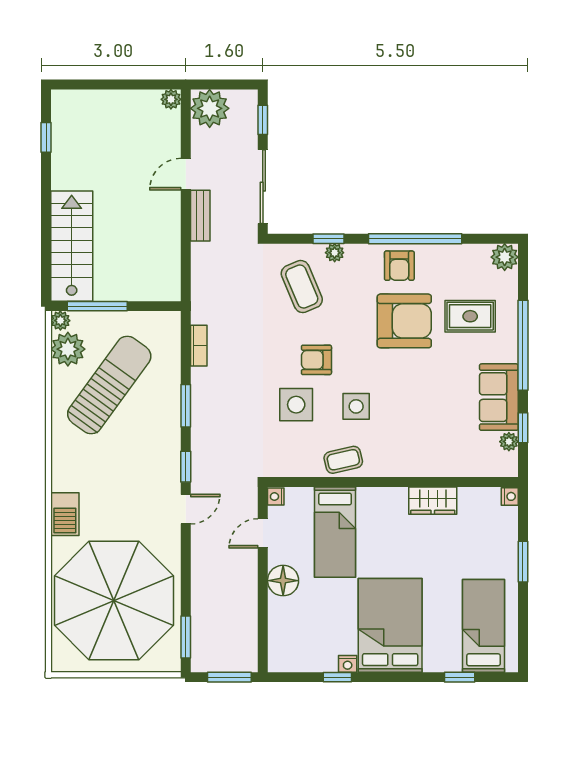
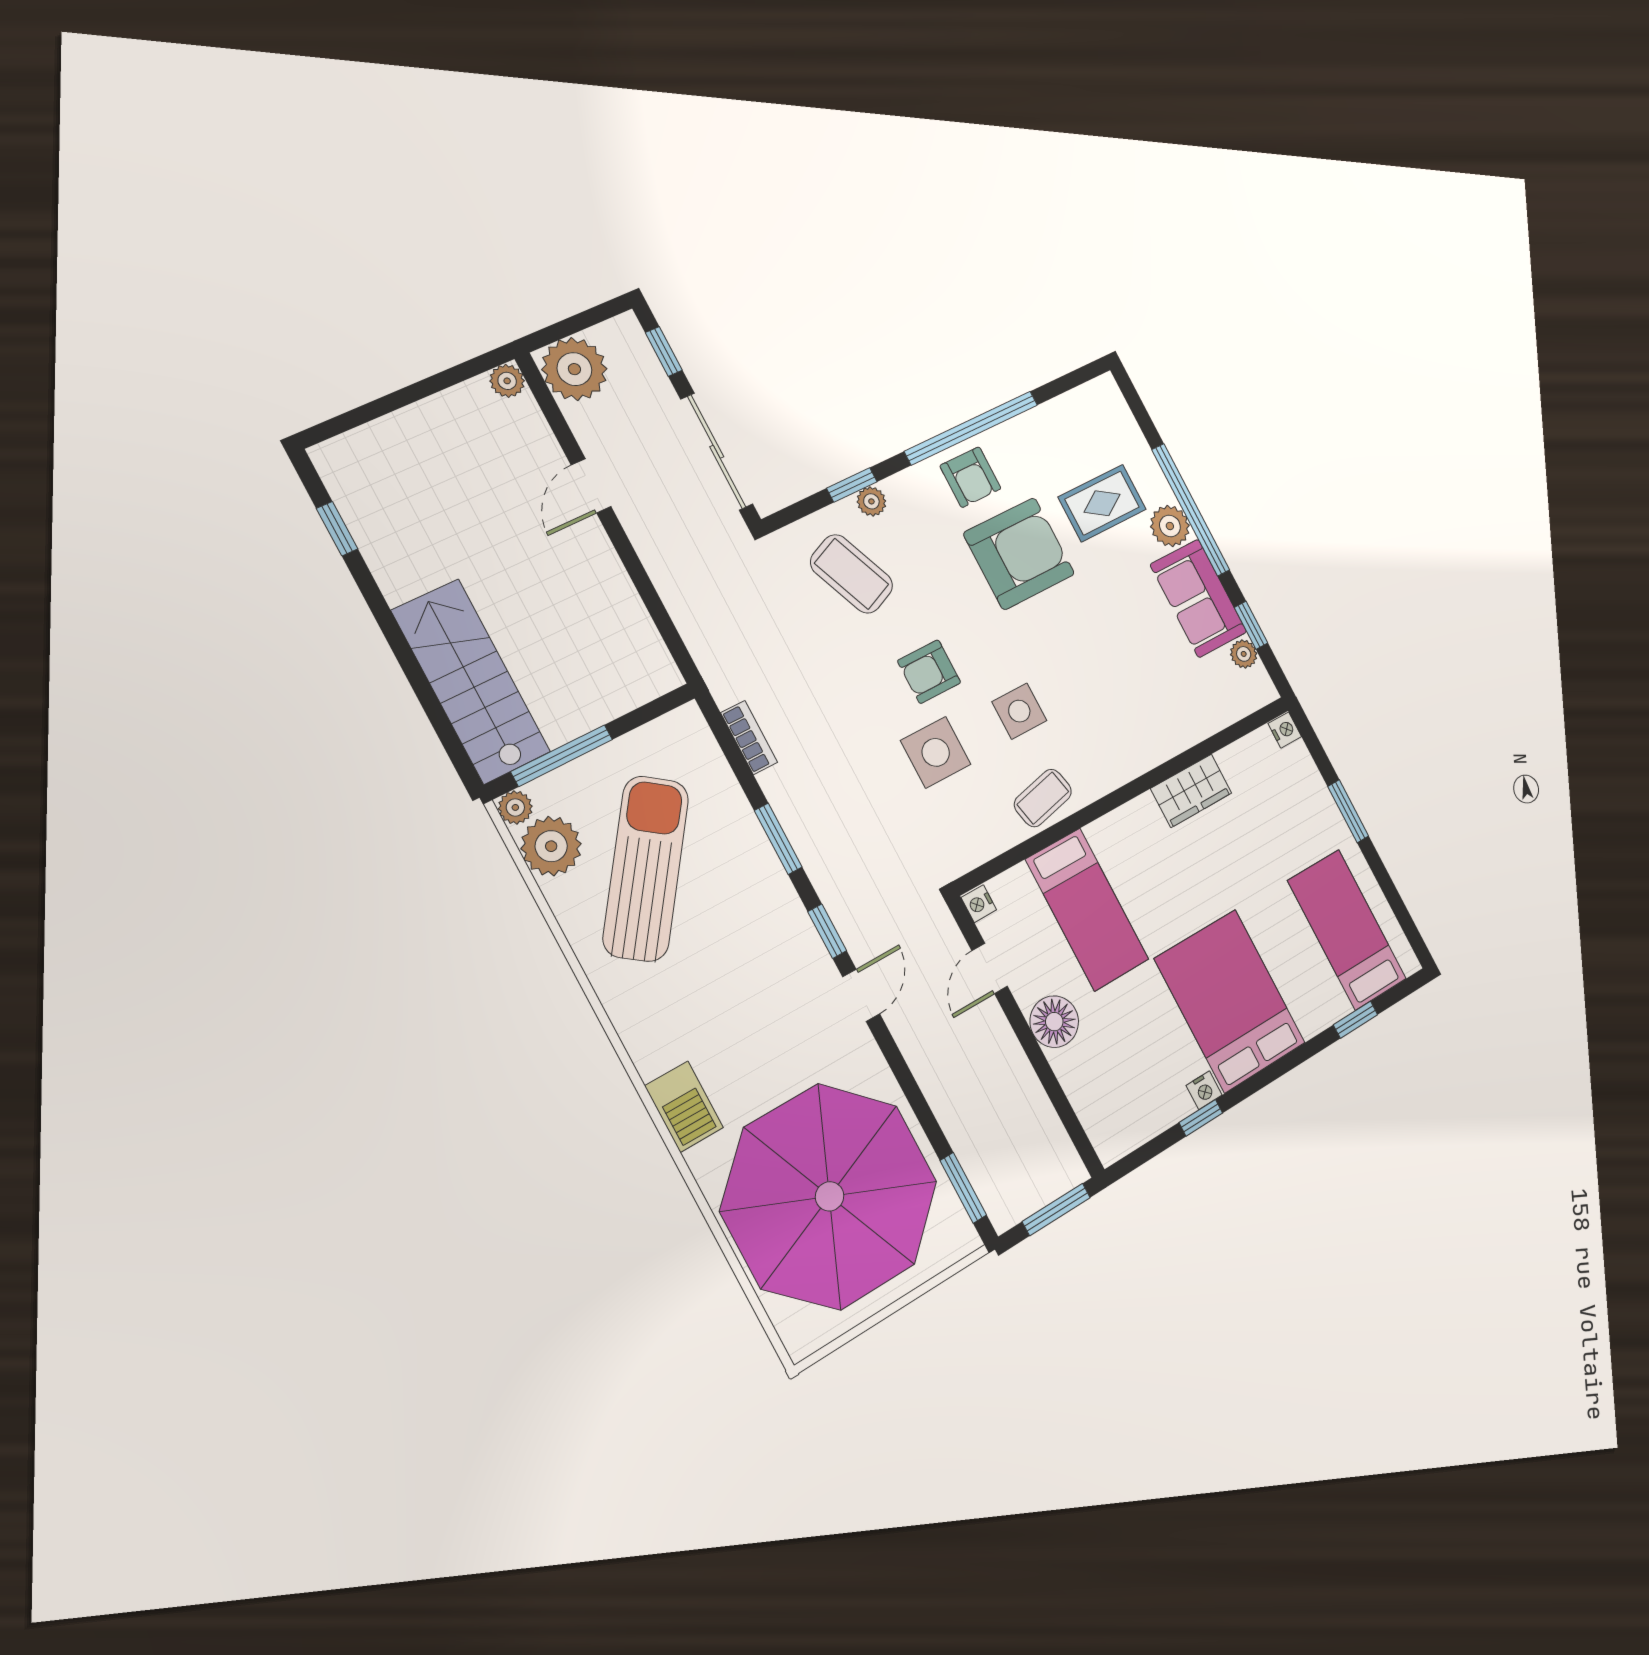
bench: (200, 216) -> (647, 539), removed
plant: (505, 257) -> (1170, 526), moved

